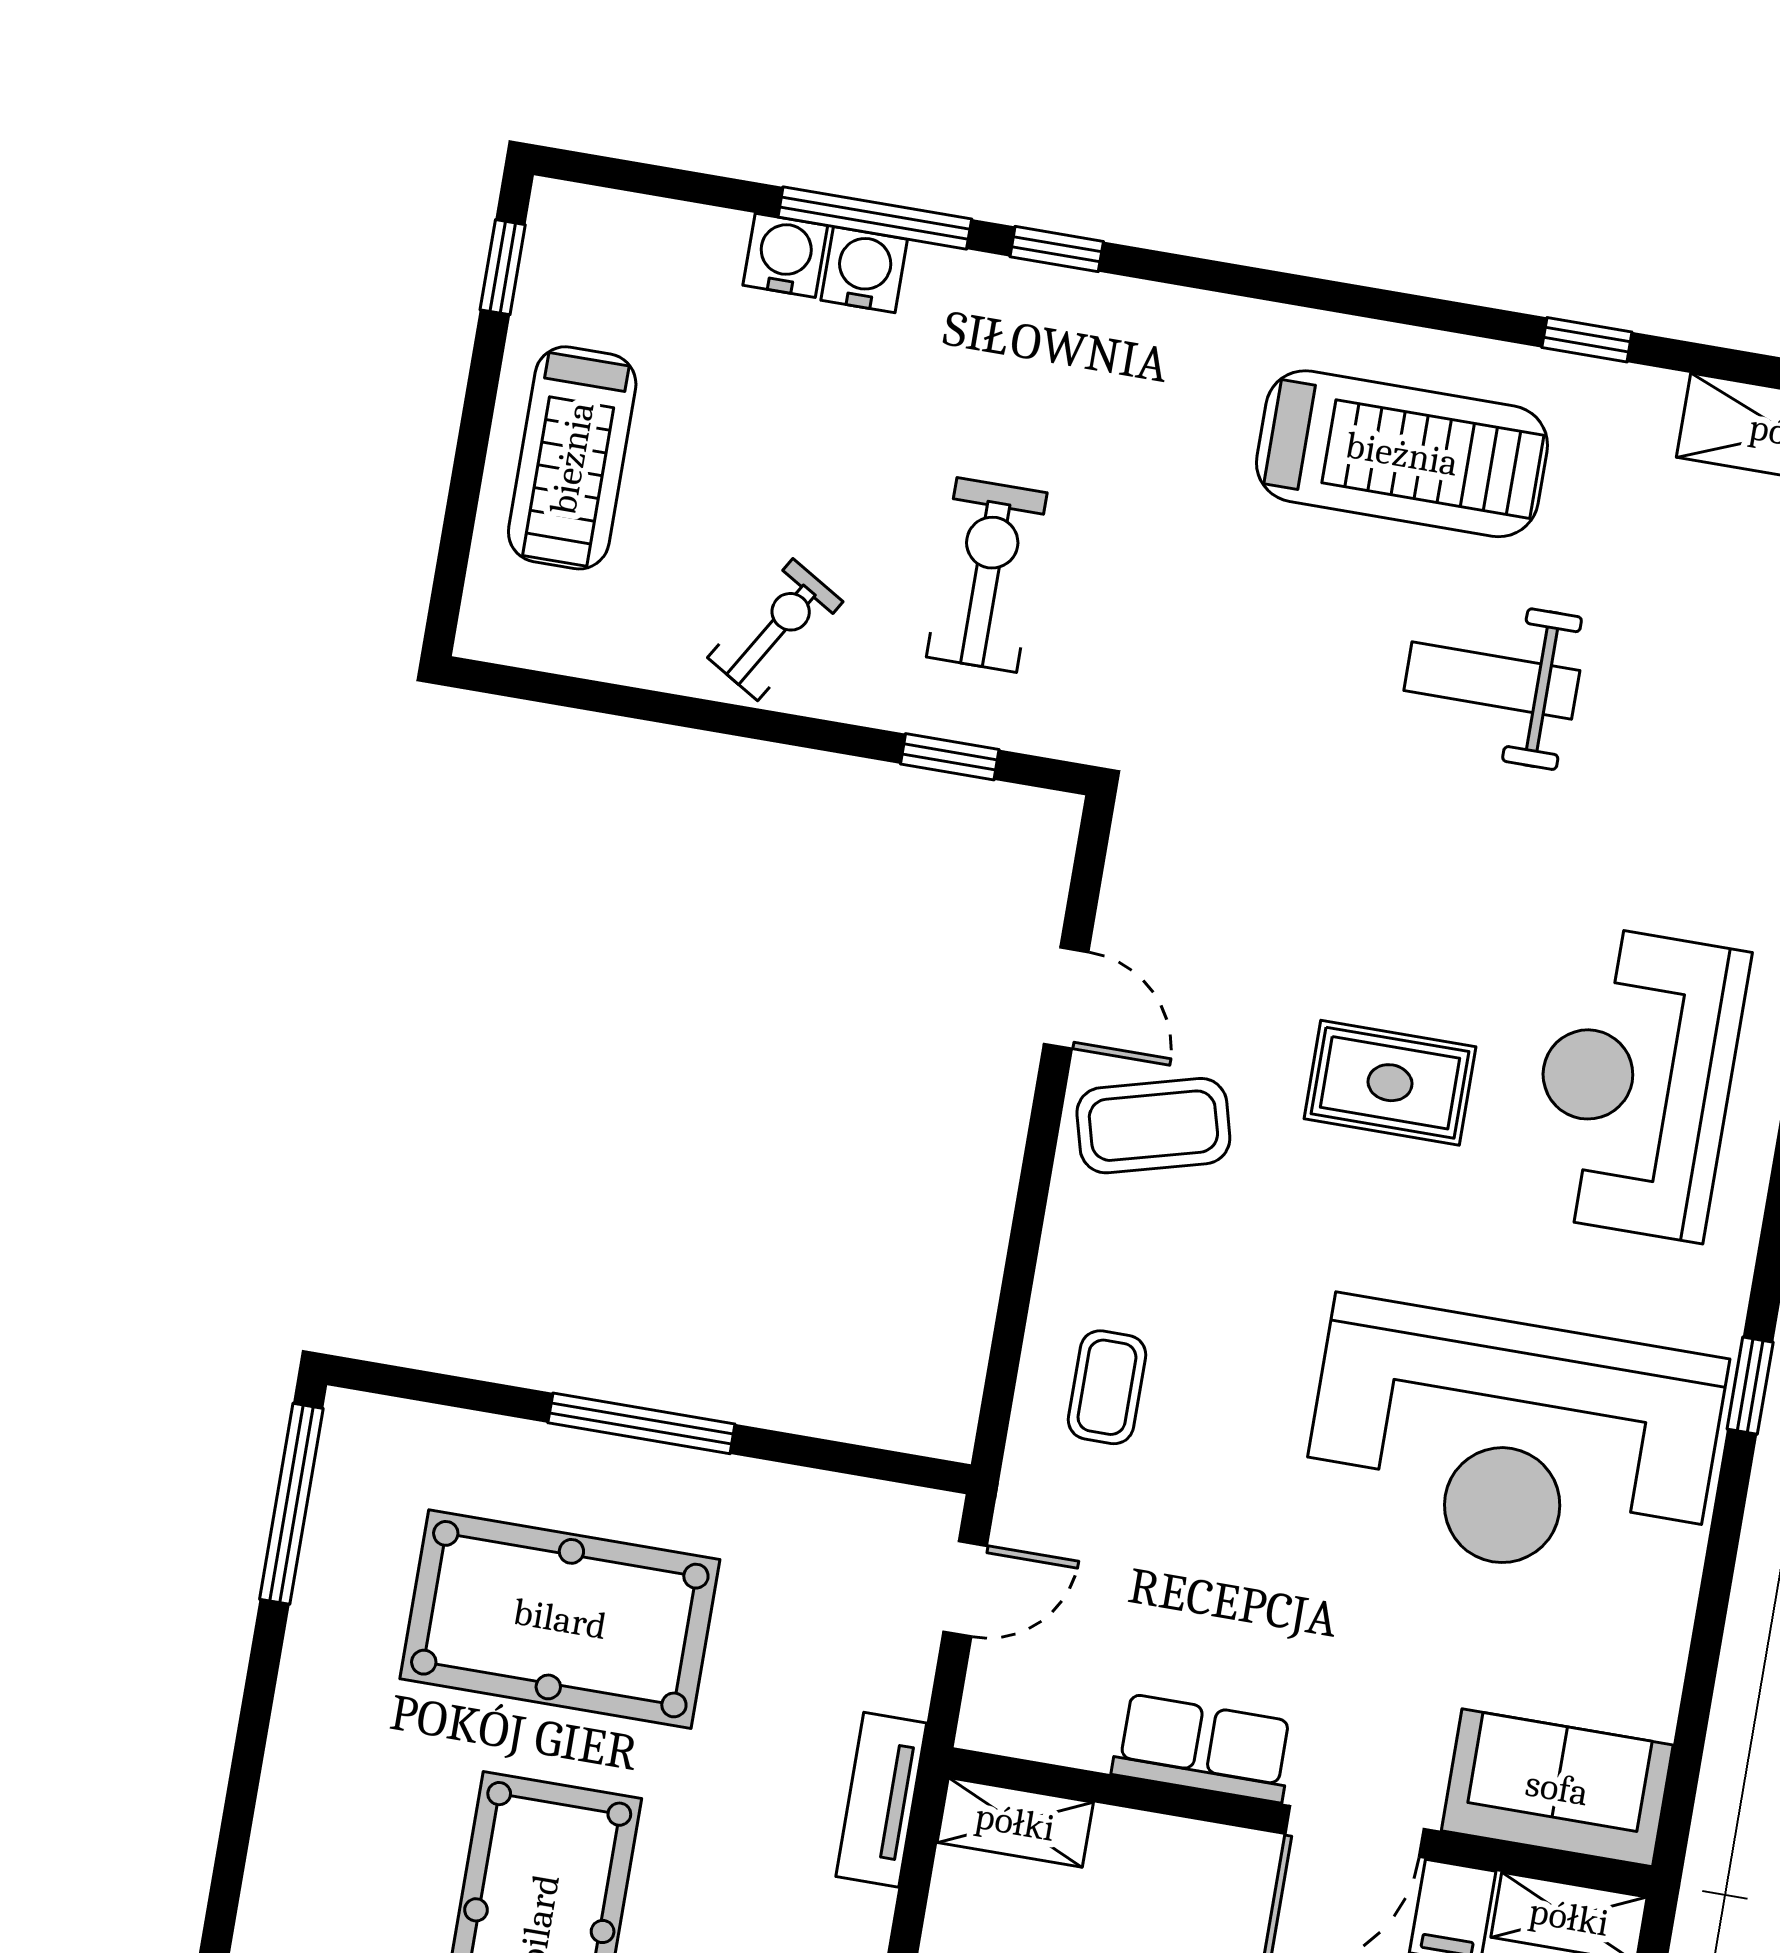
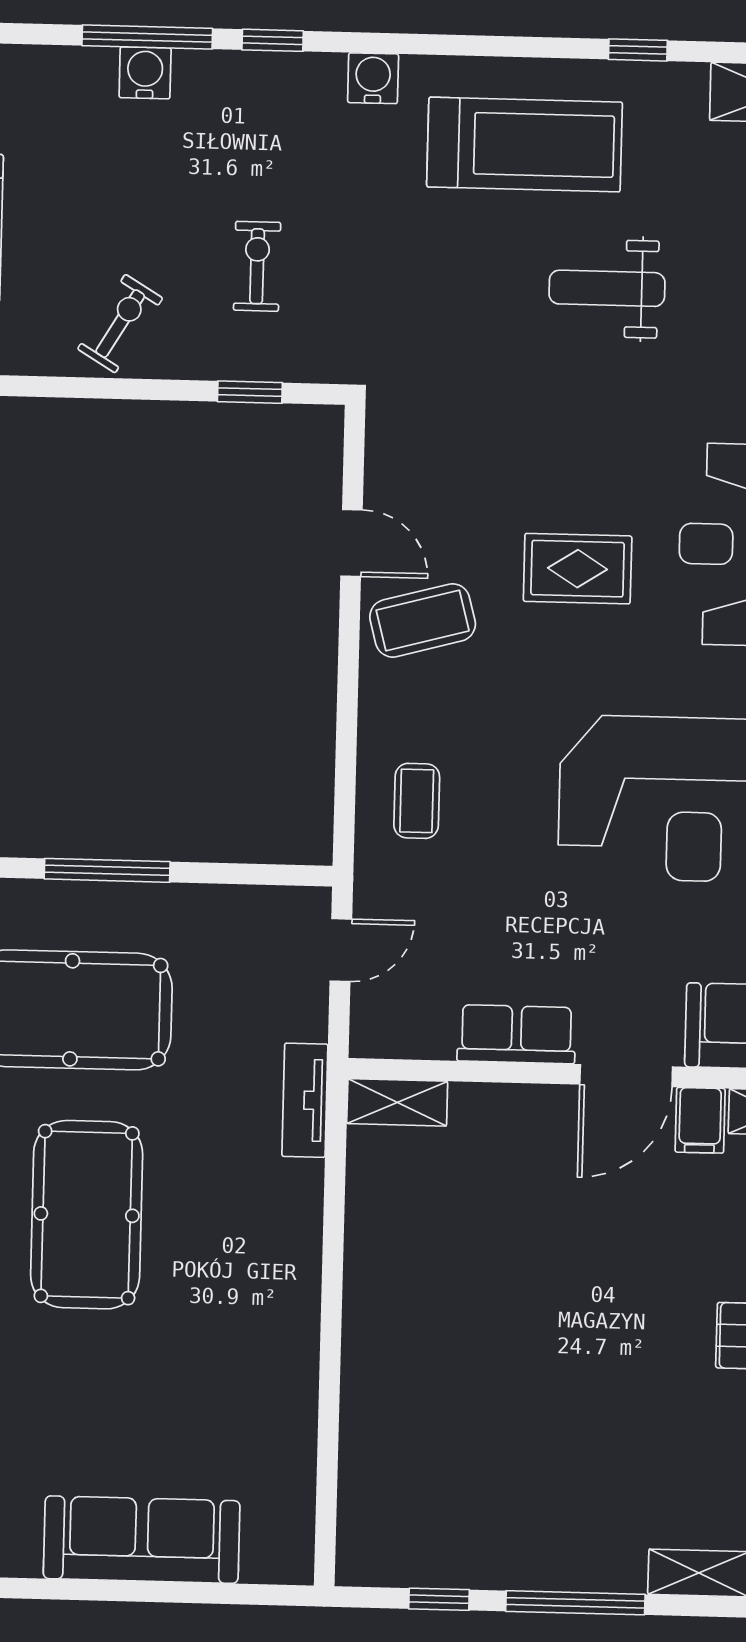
water cooler: (785, 255) -> (373, 78), moved
exercise bike: (987, 575) -> (257, 266), width x0.73, depth x0.72

